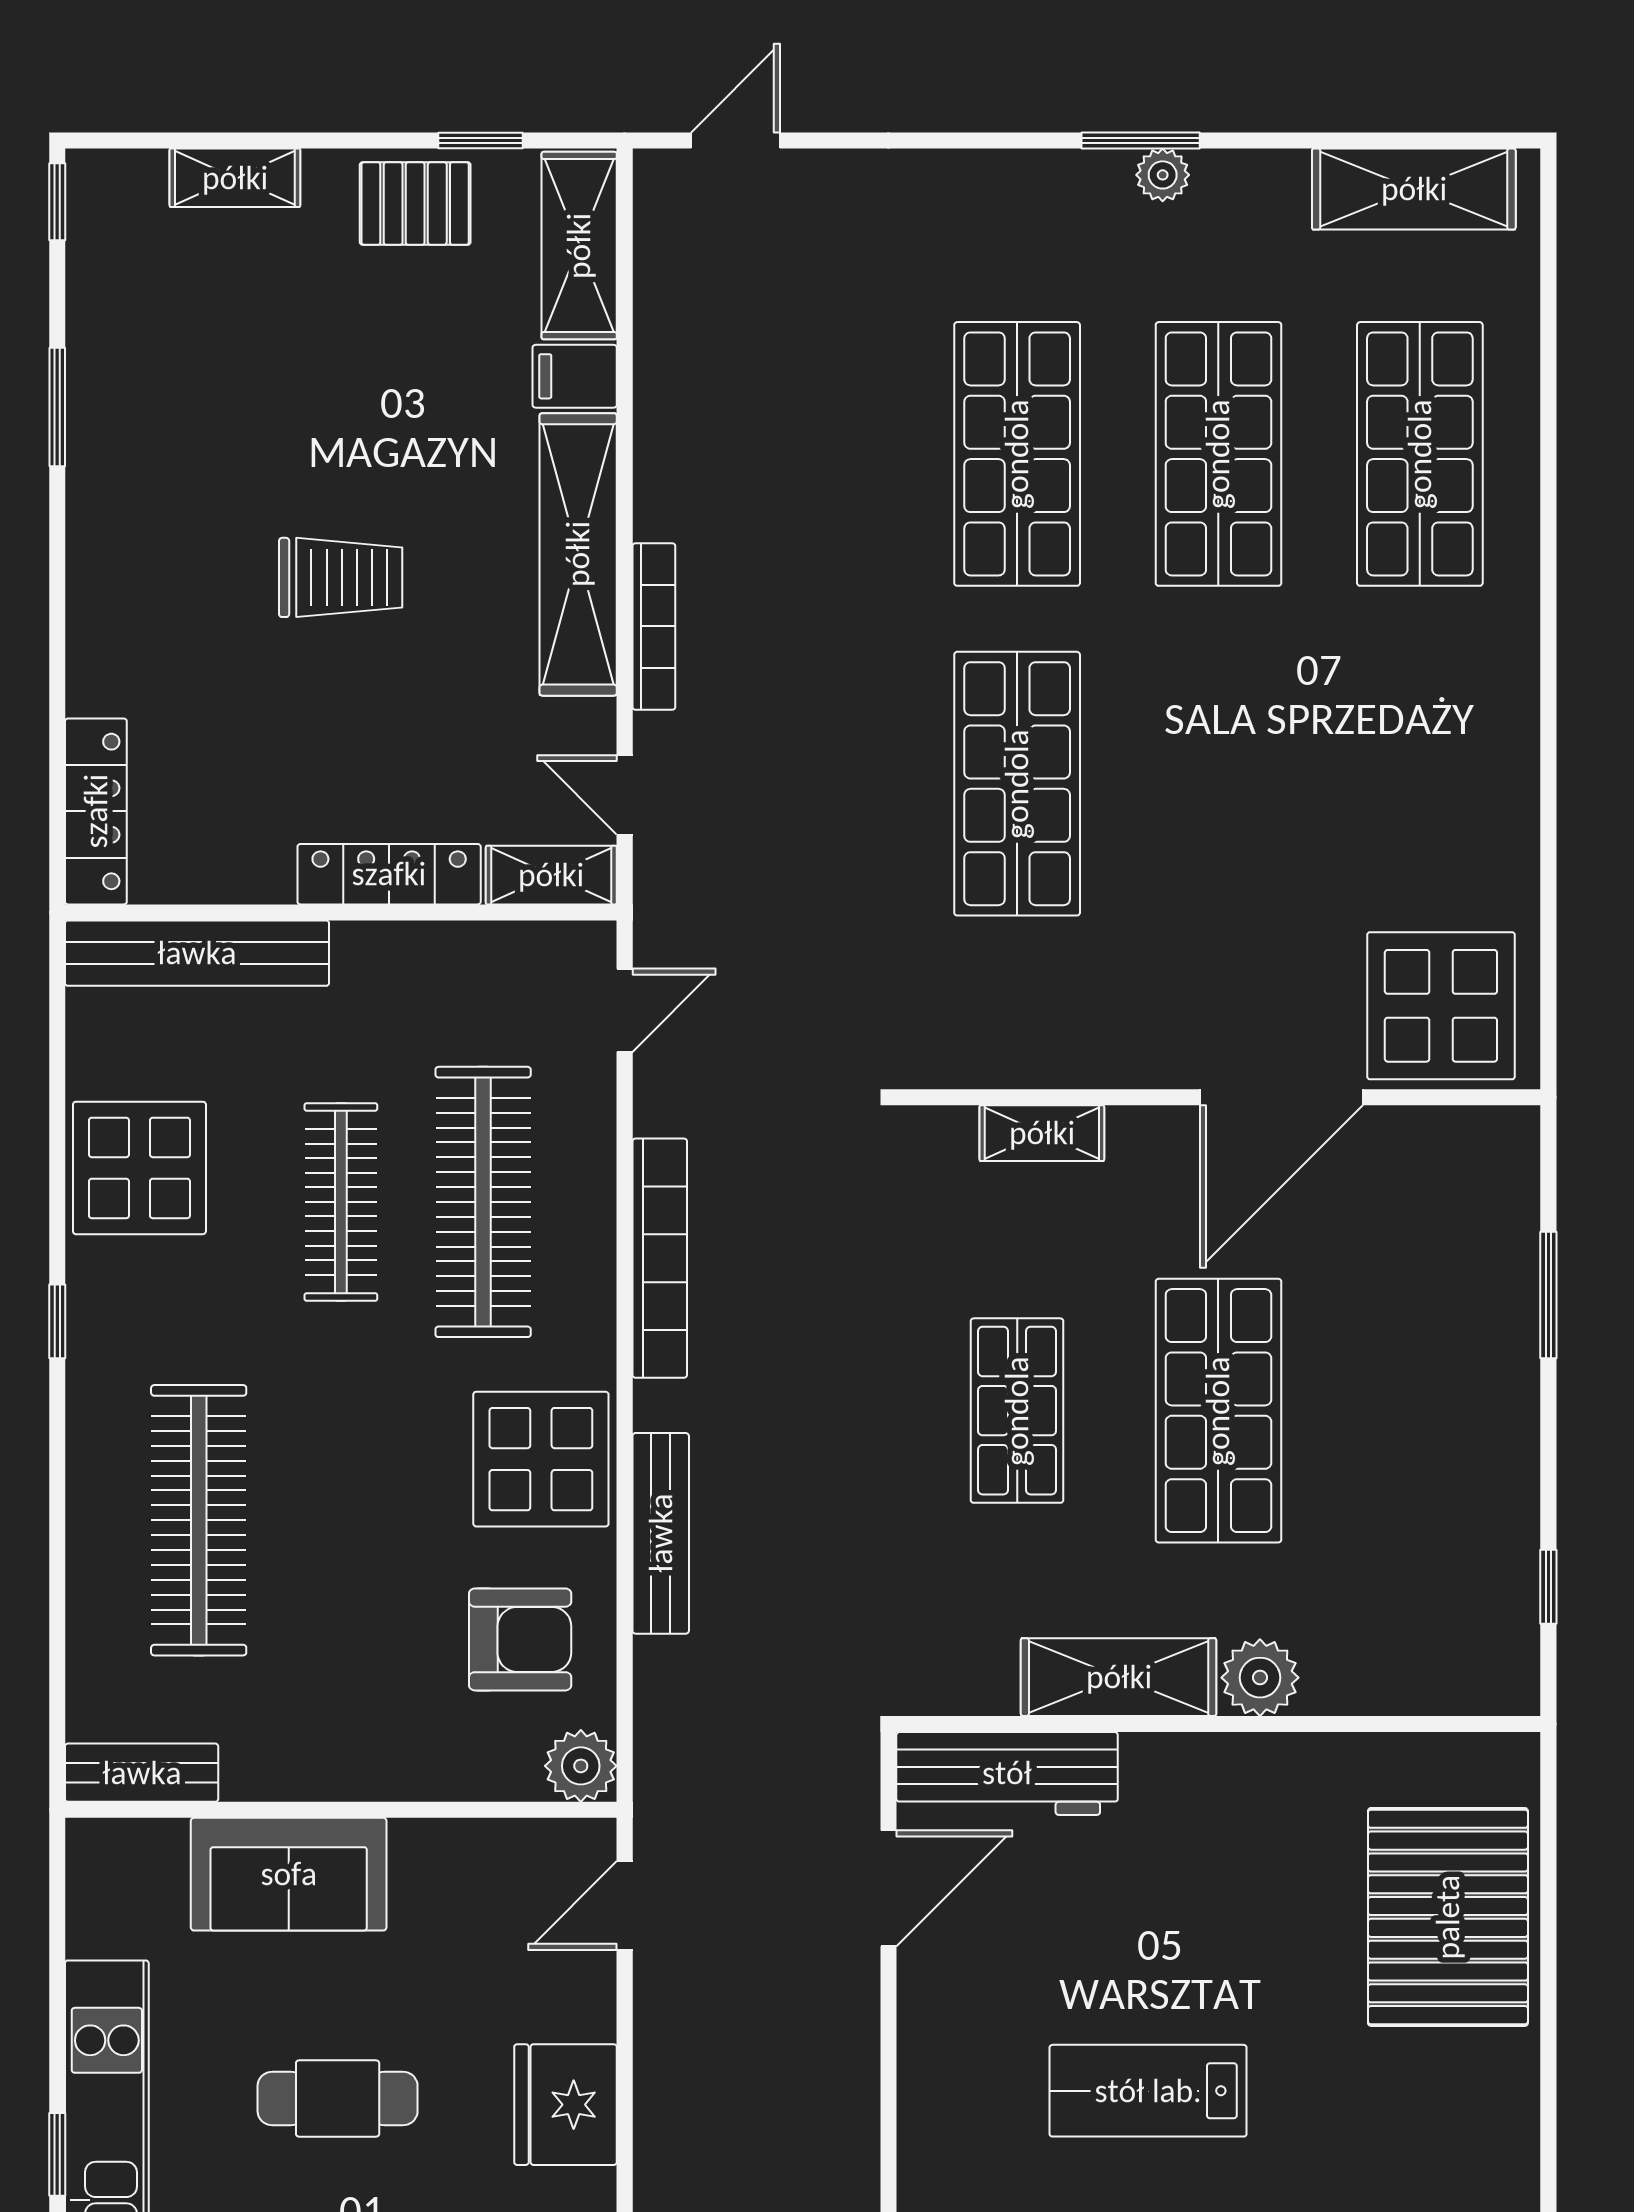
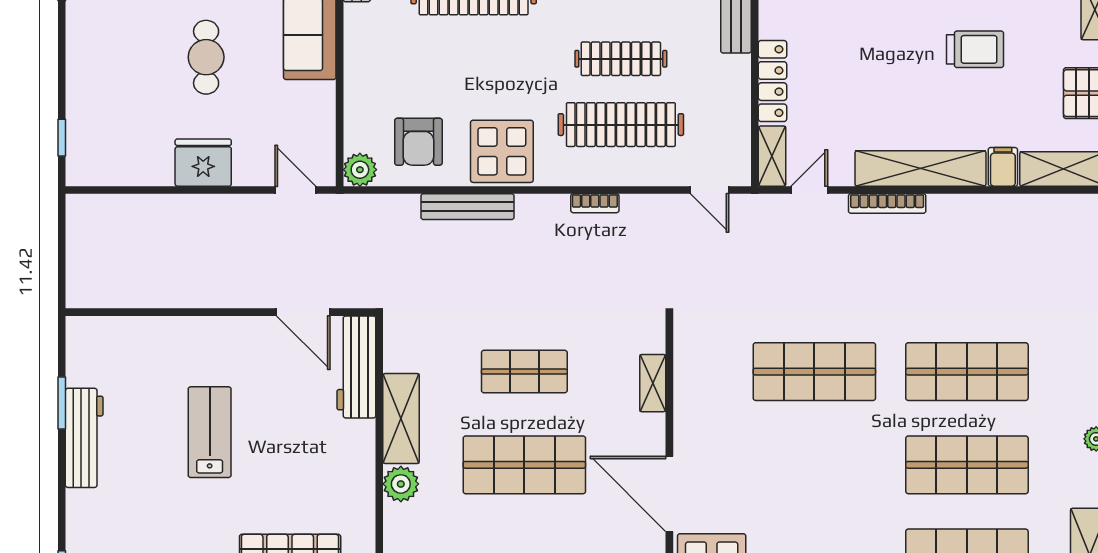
trolley: (341, 577) -> (975, 49), moved, turned -90
bookcase: (660, 1258) -> (595, 203), width x0.43, depth x0.76

